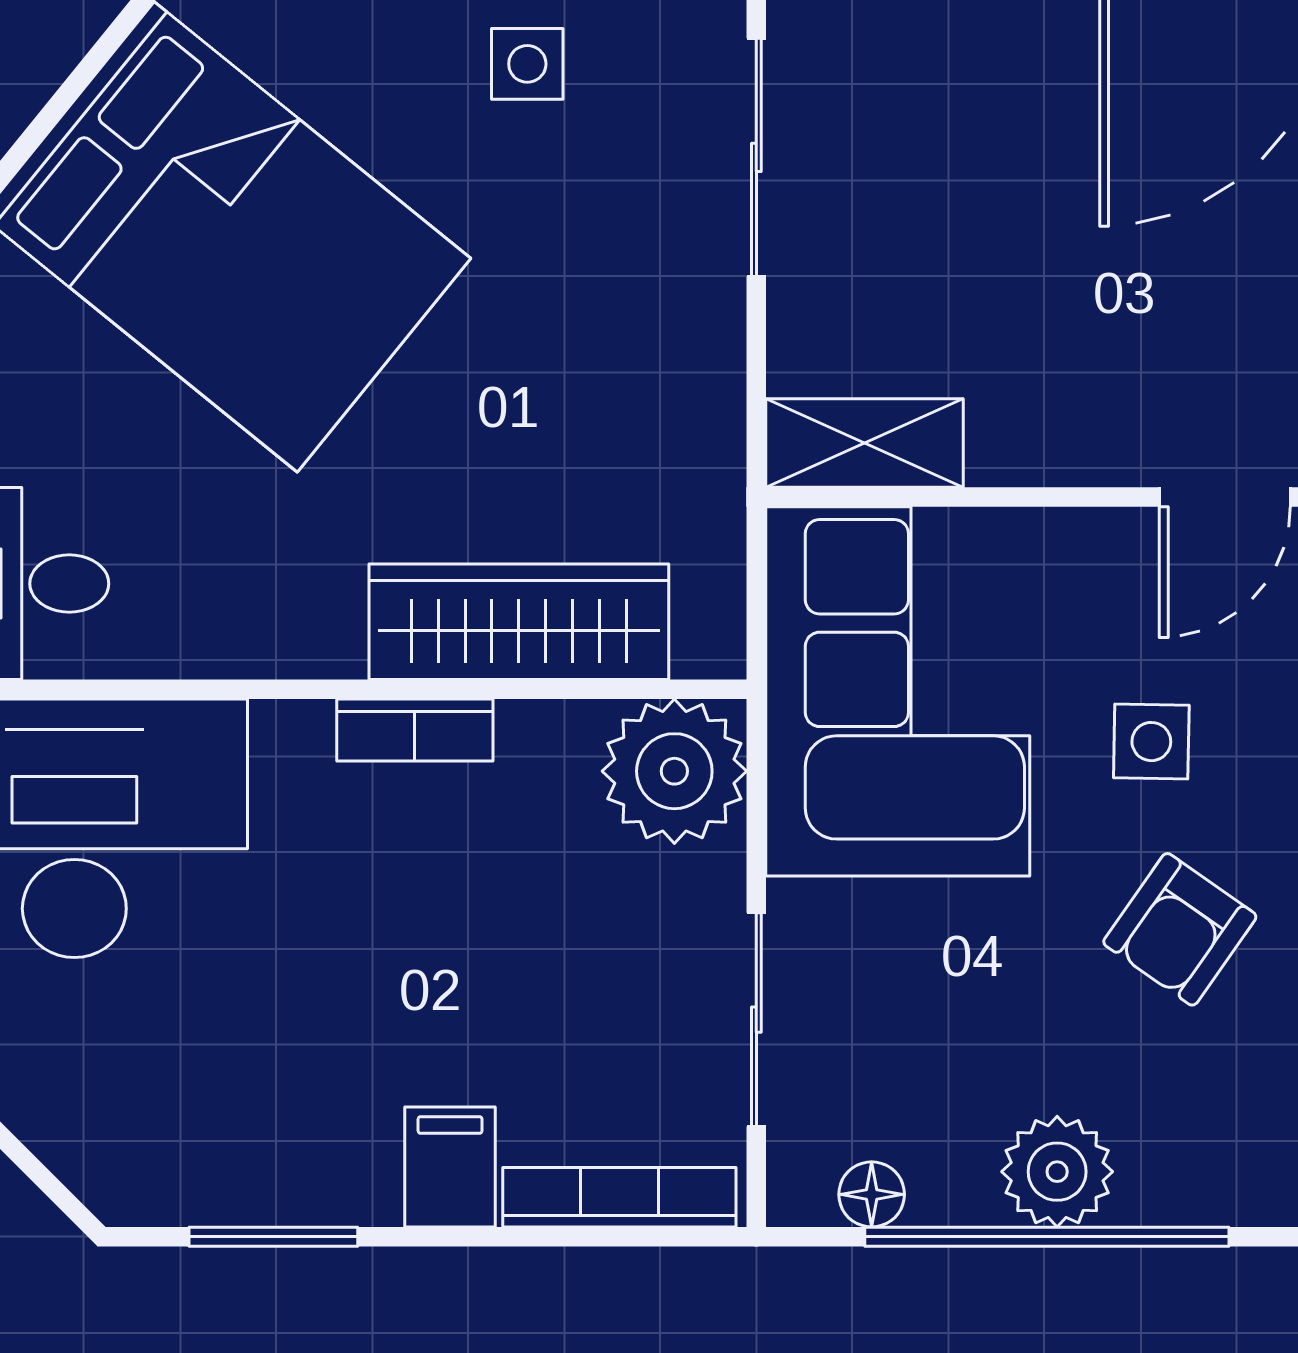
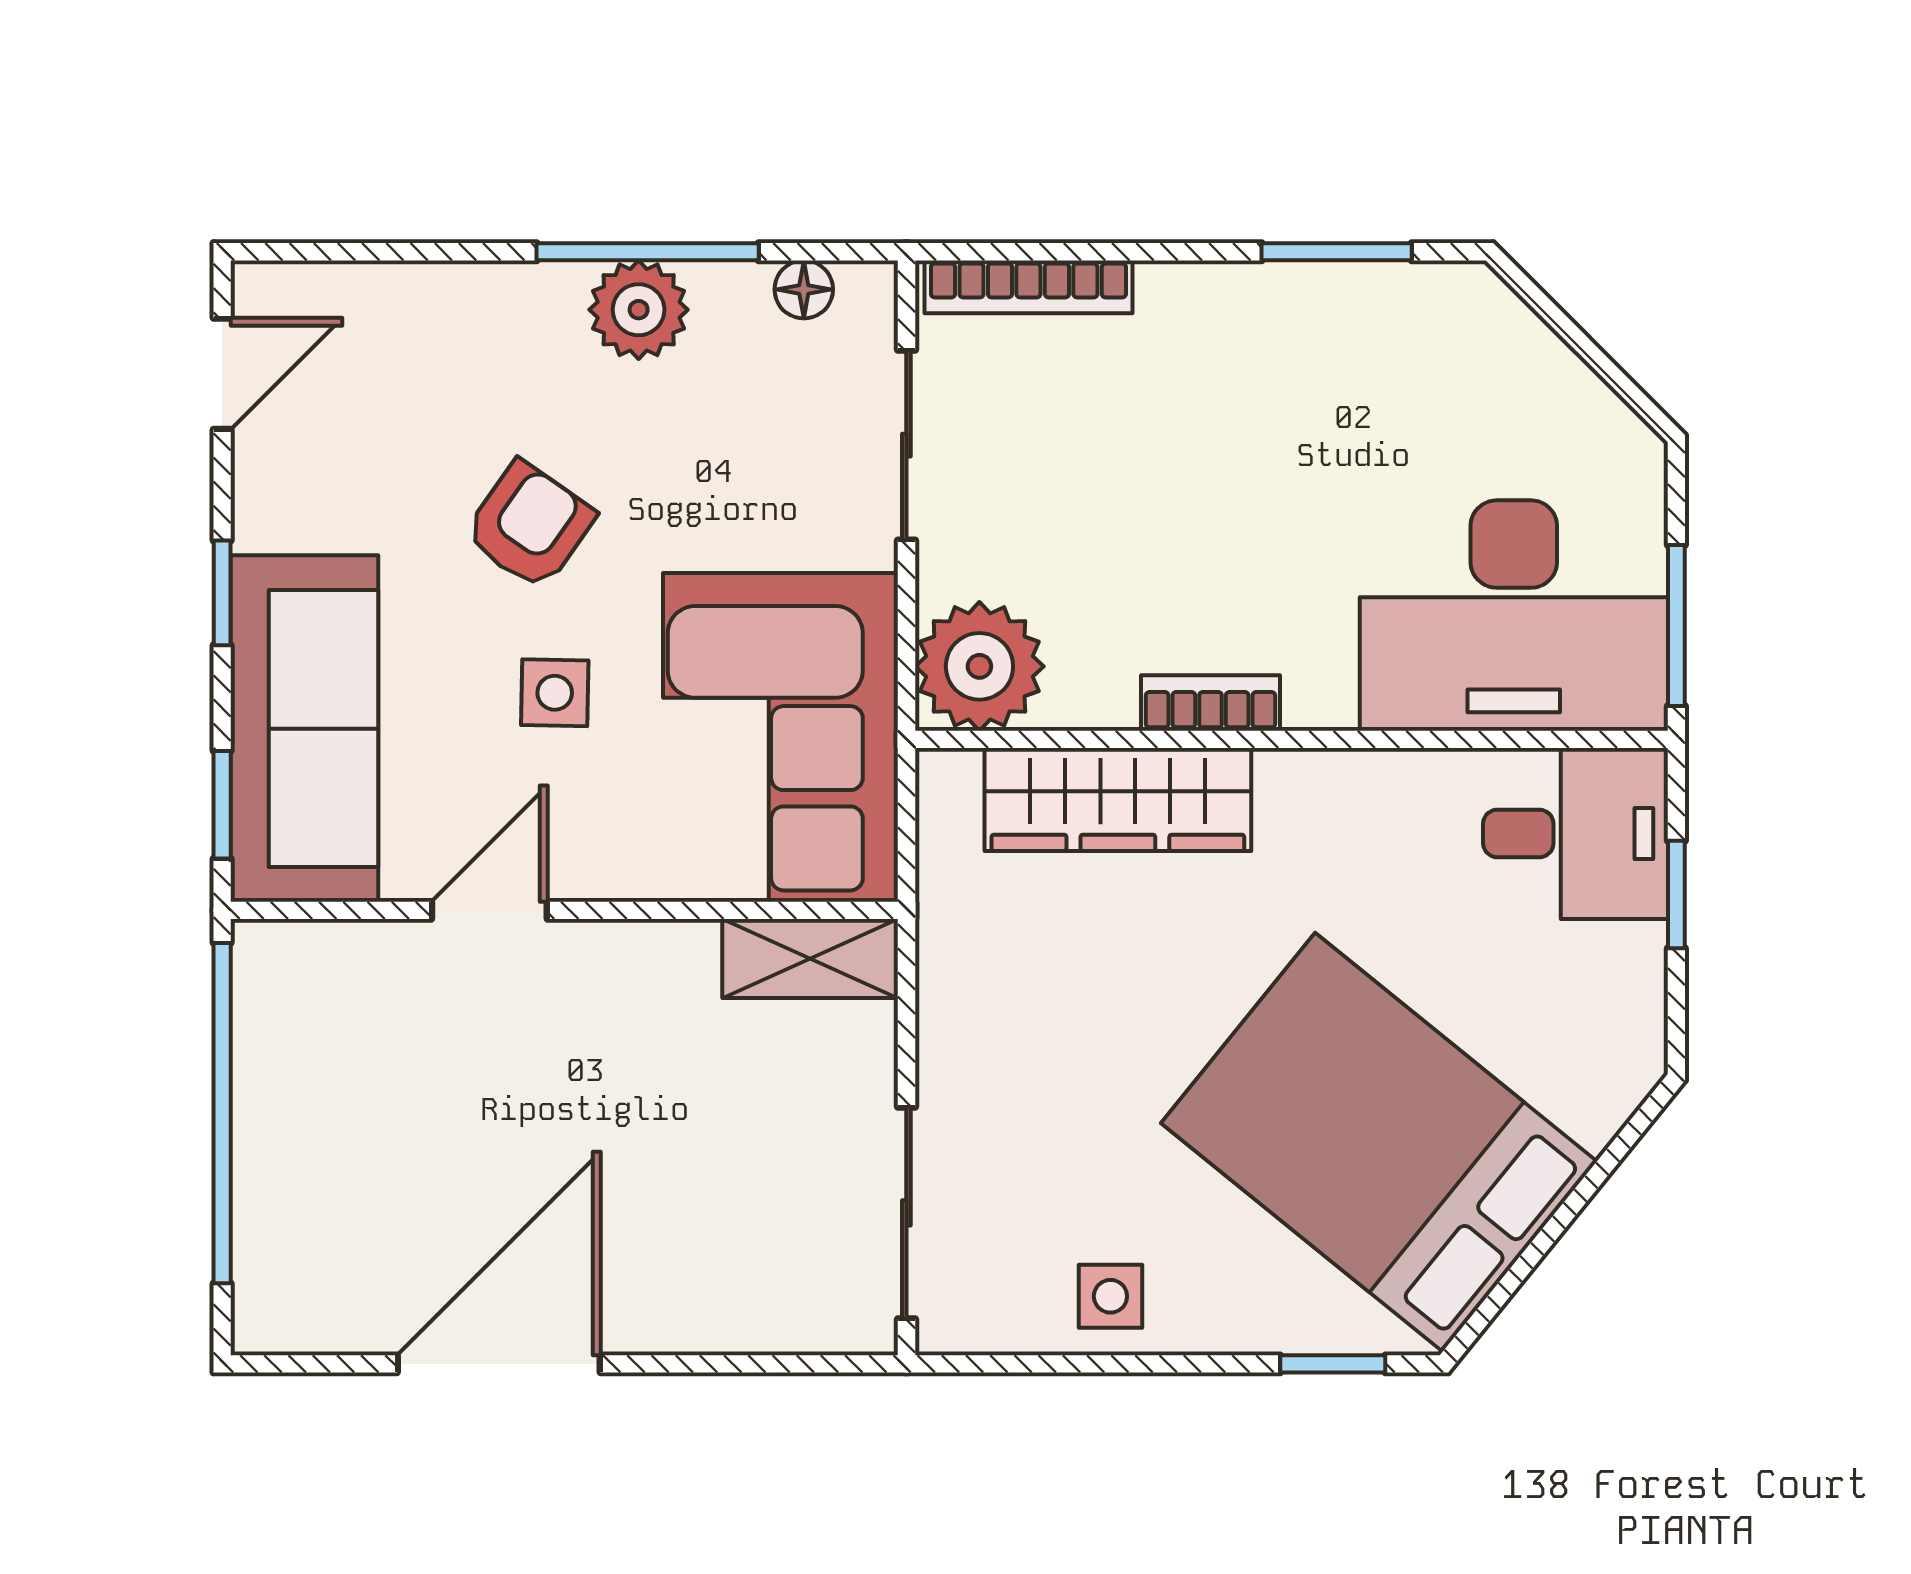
filing cabinet: (450, 1167) -> (1179, 314), removed
window: (1047, 1237) -> (648, 252), width x0.68

